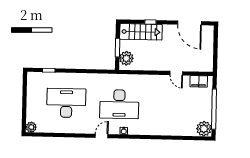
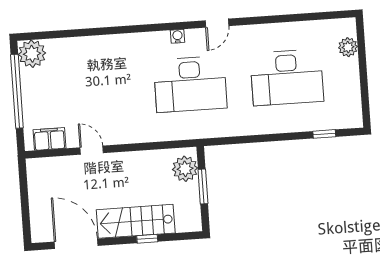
stairs: (141, 32) -> (136, 221), moved
desk: (119, 104) -> (190, 84), turned 180
plant: (31, 127) -> (348, 47), moved

